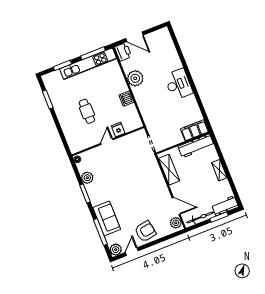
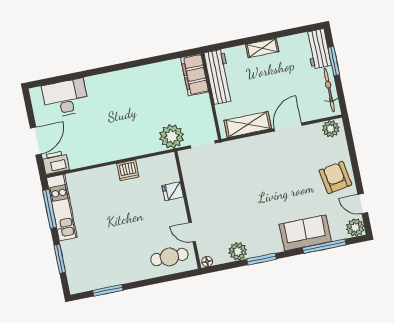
kitchen unit: (88, 64) -> (62, 208), width x0.73
plant: (135, 78) -> (172, 136), moved
desk: (178, 84) -> (65, 98), moved
cafe table: (87, 111) -> (169, 257), moved
door: (107, 142) -> (192, 232), moved
door: (176, 206) -> (288, 127), moved

